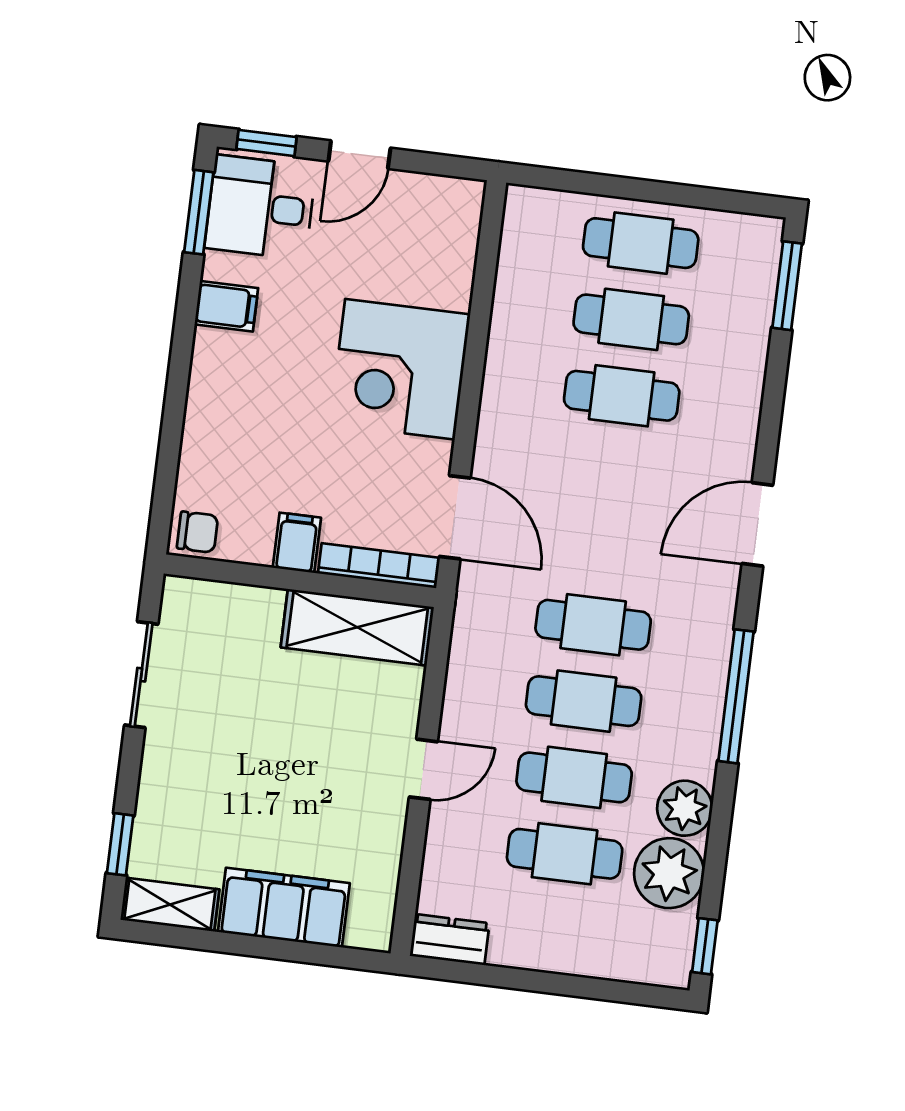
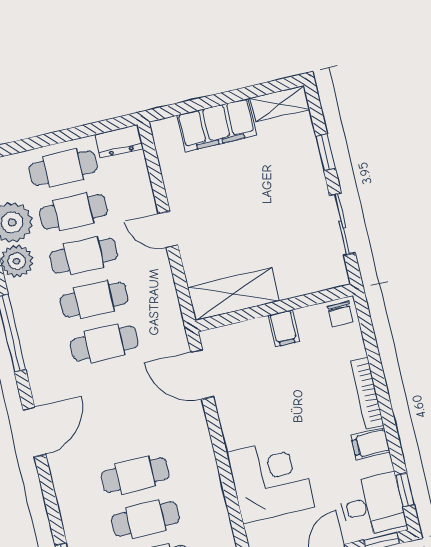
window: (199, 212) -> (405, 490), width x0.67
corner desk: (400, 369) -> (271, 480), moved
chair: (197, 532) -> (341, 314), turned -90
bookcase: (379, 566) -> (367, 393), moved, turned 90
door: (423, 769) -> (168, 230), hinge flipped
window: (120, 844) -> (326, 152), moved
cafe table: (555, 930) -> (63, 168), added

